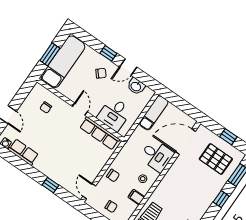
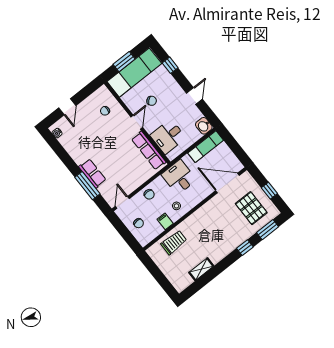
window: (108, 53) -> (170, 65), moved
door: (128, 67) -> (194, 96), swing flipped
chair: (101, 73) -> (152, 101), moved
washbasin: (136, 86) -> (204, 126), moved
row of seats: (23, 152) -> (92, 173), moved
desk: (157, 156) -> (179, 177), moved, turned 180
window: (50, 185) -> (87, 186), width x2.17

